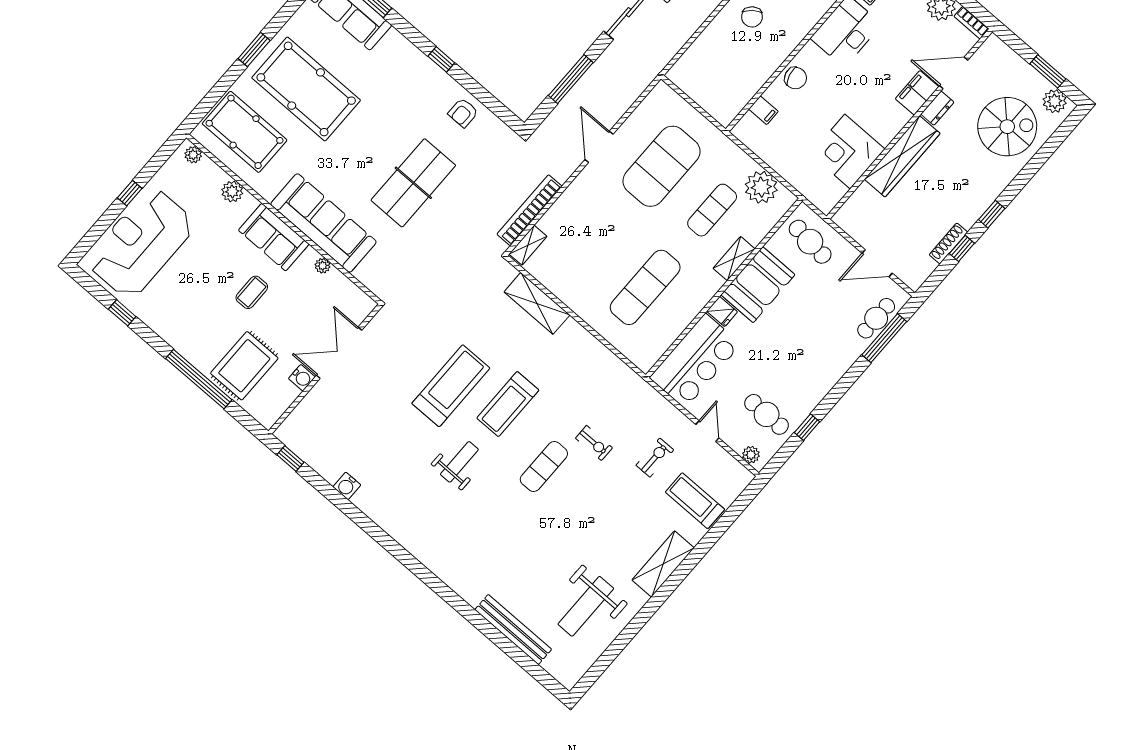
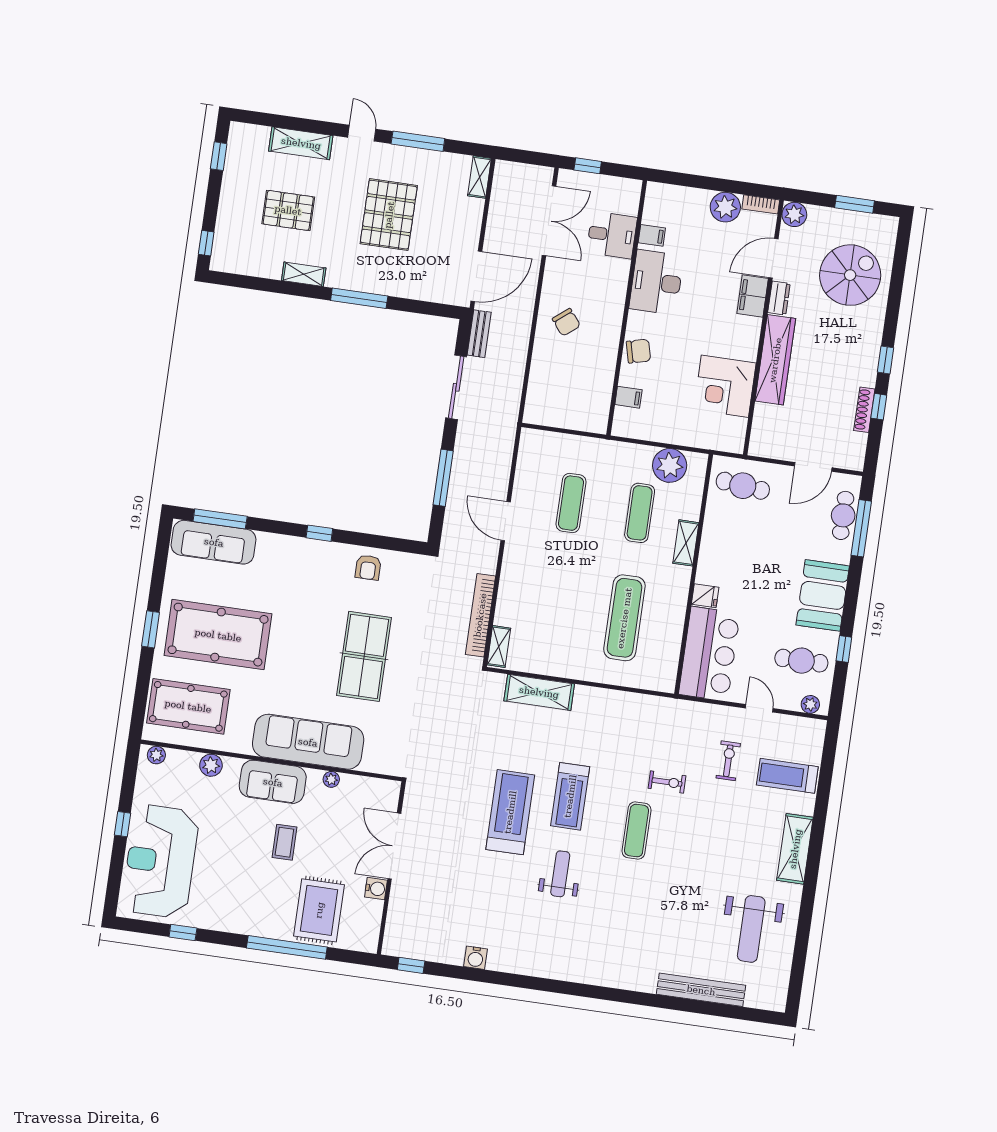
plant: (1055, 101) -> (794, 214), moved
exercise mat: (662, 166) -> (571, 503), width x0.50, depth x0.69
booth: (758, 285) -> (823, 595), moved

